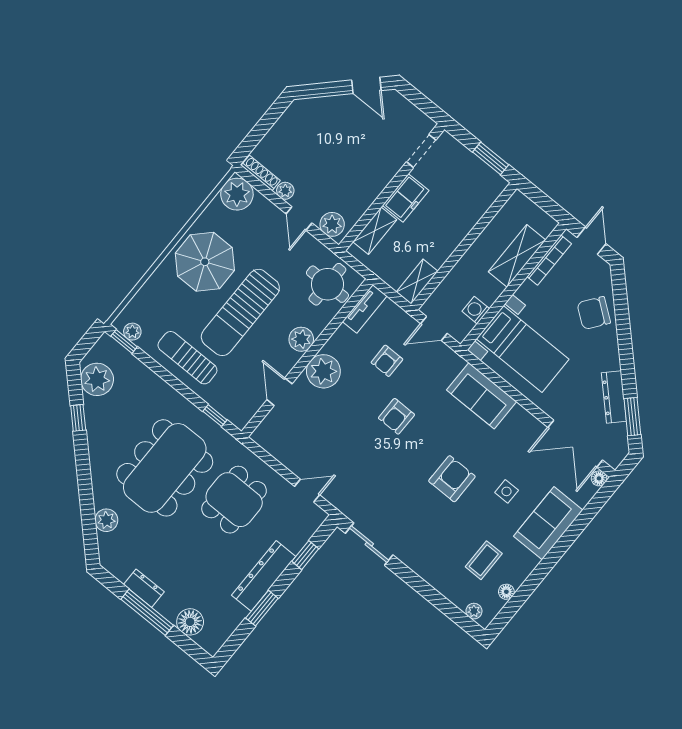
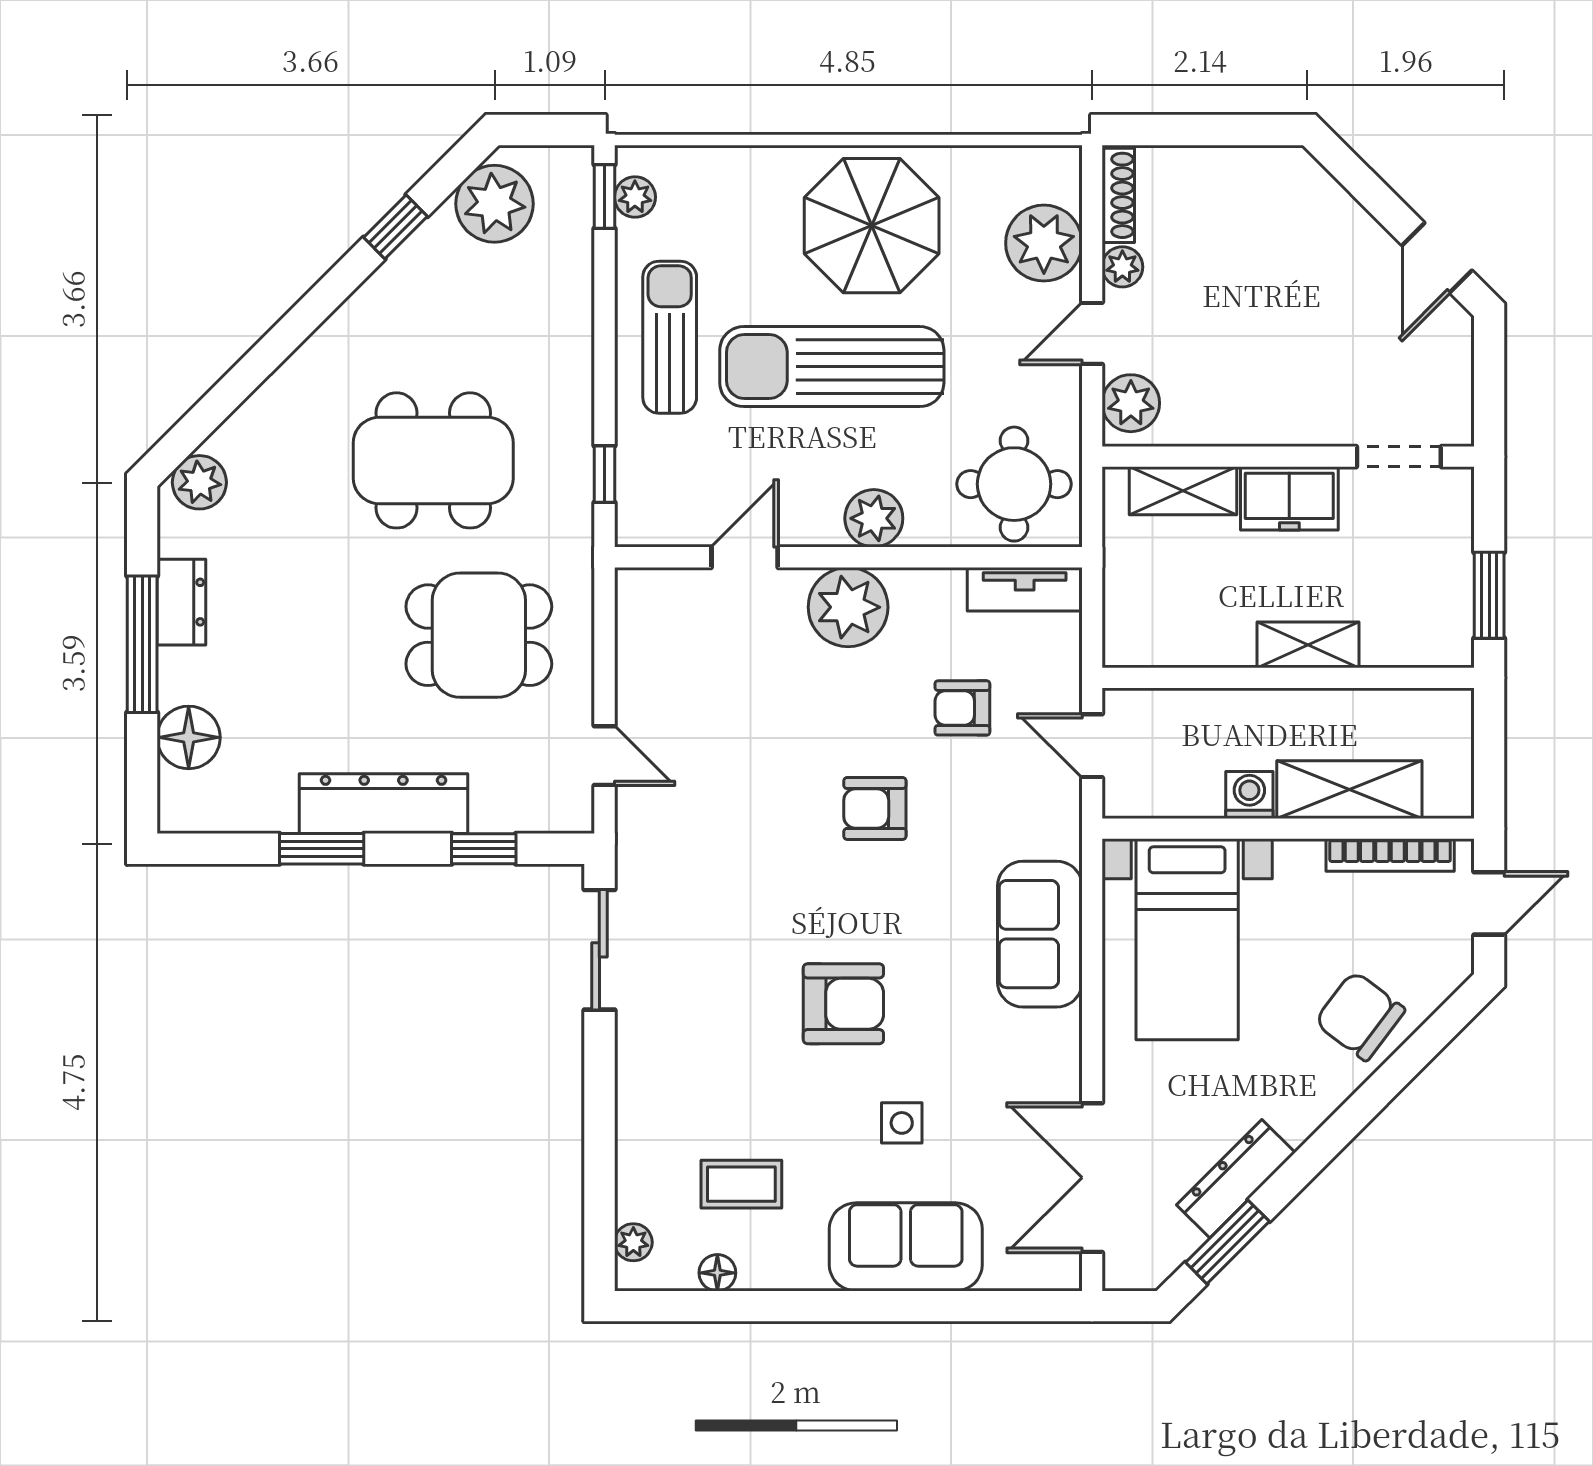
plant: (237, 194) -> (1044, 243), moved
shelving: (417, 282) -> (1308, 645), moved
washing machine: (476, 310) -> (1249, 795), moved
dining table: (165, 468) -> (433, 460), width x0.73, depth x0.80
floor lamp: (599, 478) -> (1064, 1273), removed
plant: (106, 520) -> (199, 482), moved

